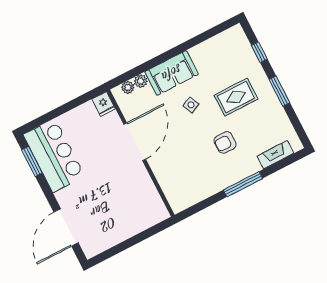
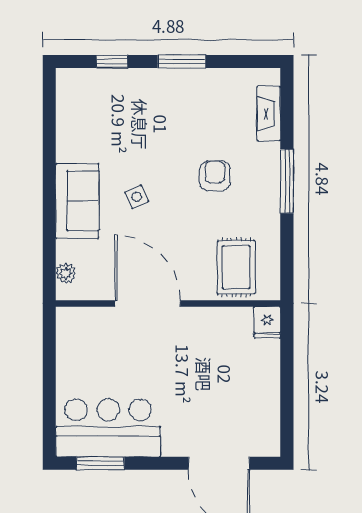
plant: (141, 81) -> (66, 251), removed
rug: (236, 97) -> (236, 267), moved
fridge: (104, 104) -> (267, 322), moved, turned 90
armchair: (225, 142) -> (215, 176), turned 180

